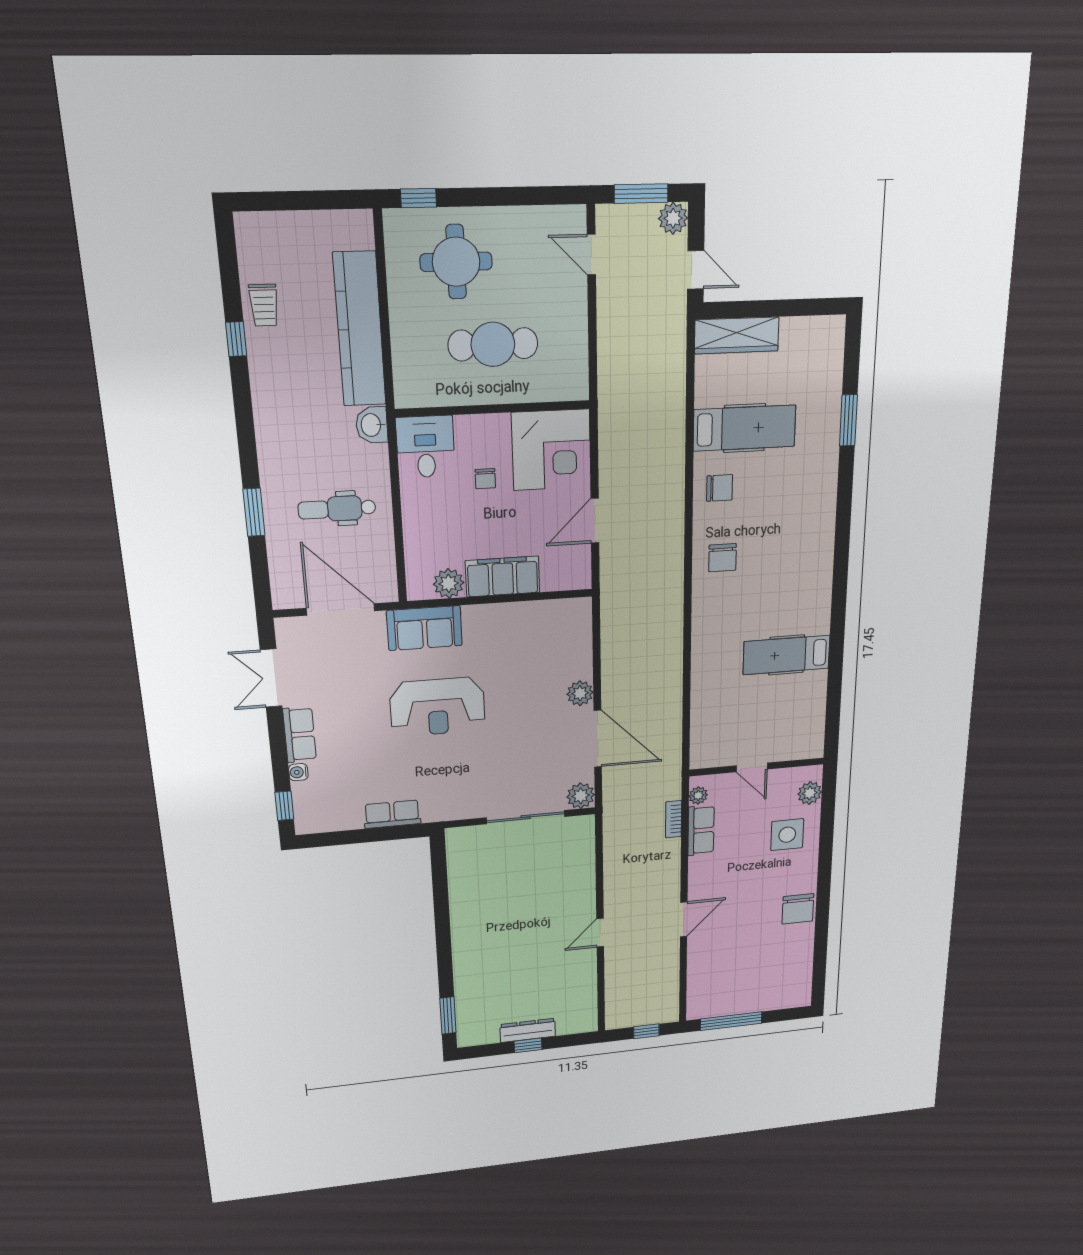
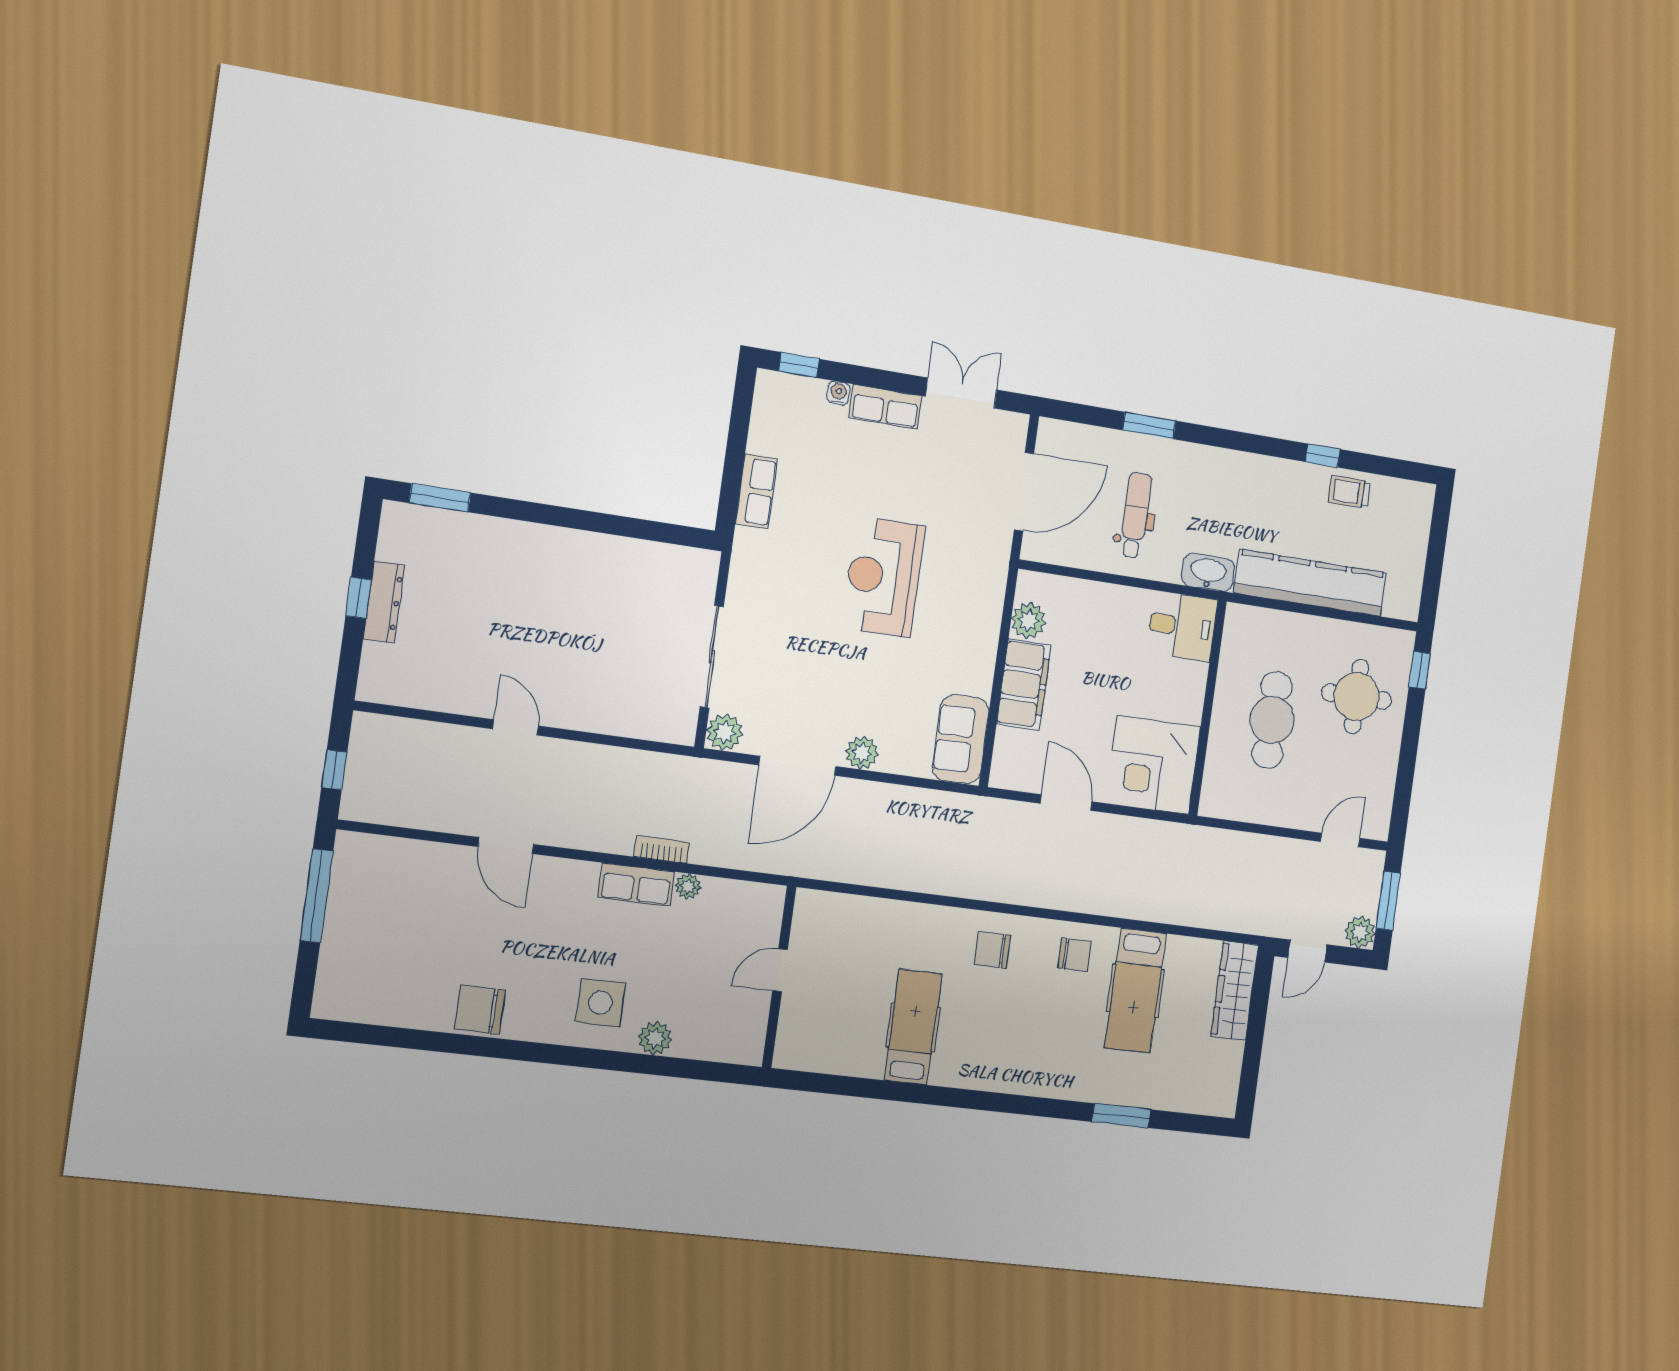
washbasin: (372, 425) -> (1208, 572), width x1.38
chair: (485, 479) -> (1136, 685), removed
chair: (720, 488) -> (1074, 955), turned -90
sofa: (424, 628) -> (961, 739), moved
hospital bed: (787, 655) -> (913, 1027), moved
door: (752, 767) -> (780, 970), moved
wall: (757, 767) -> (779, 977), moved

